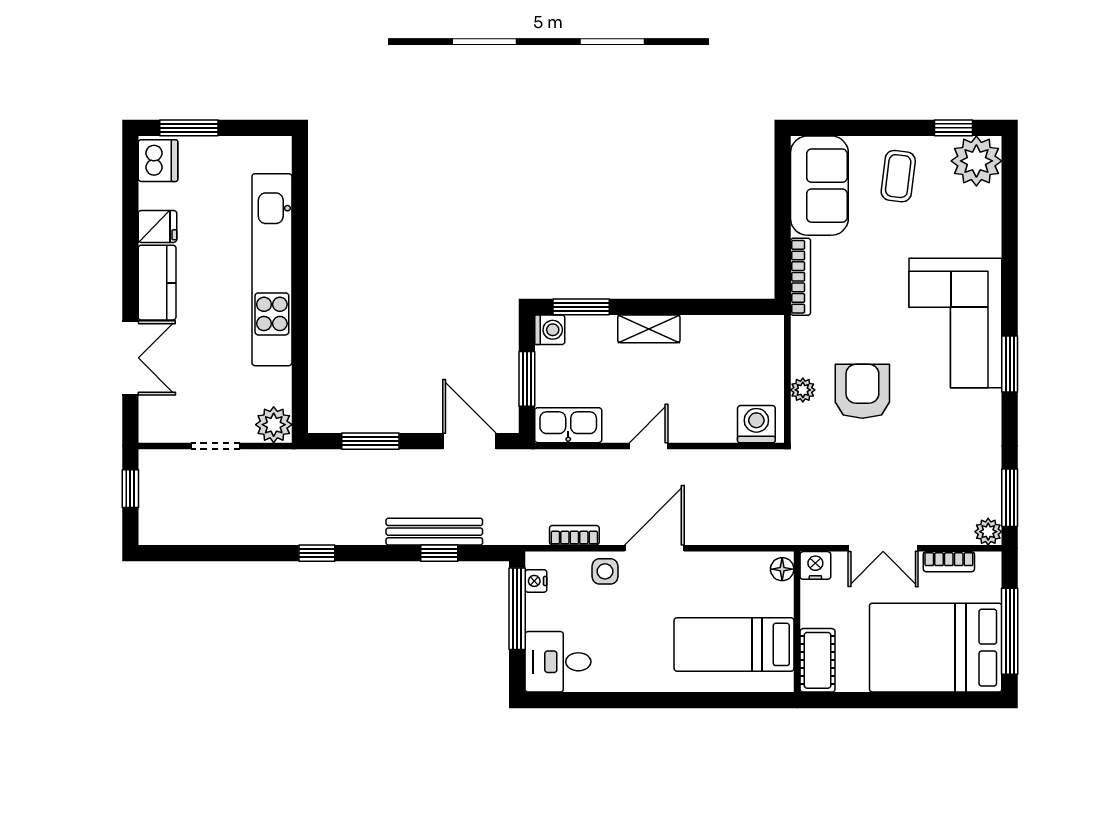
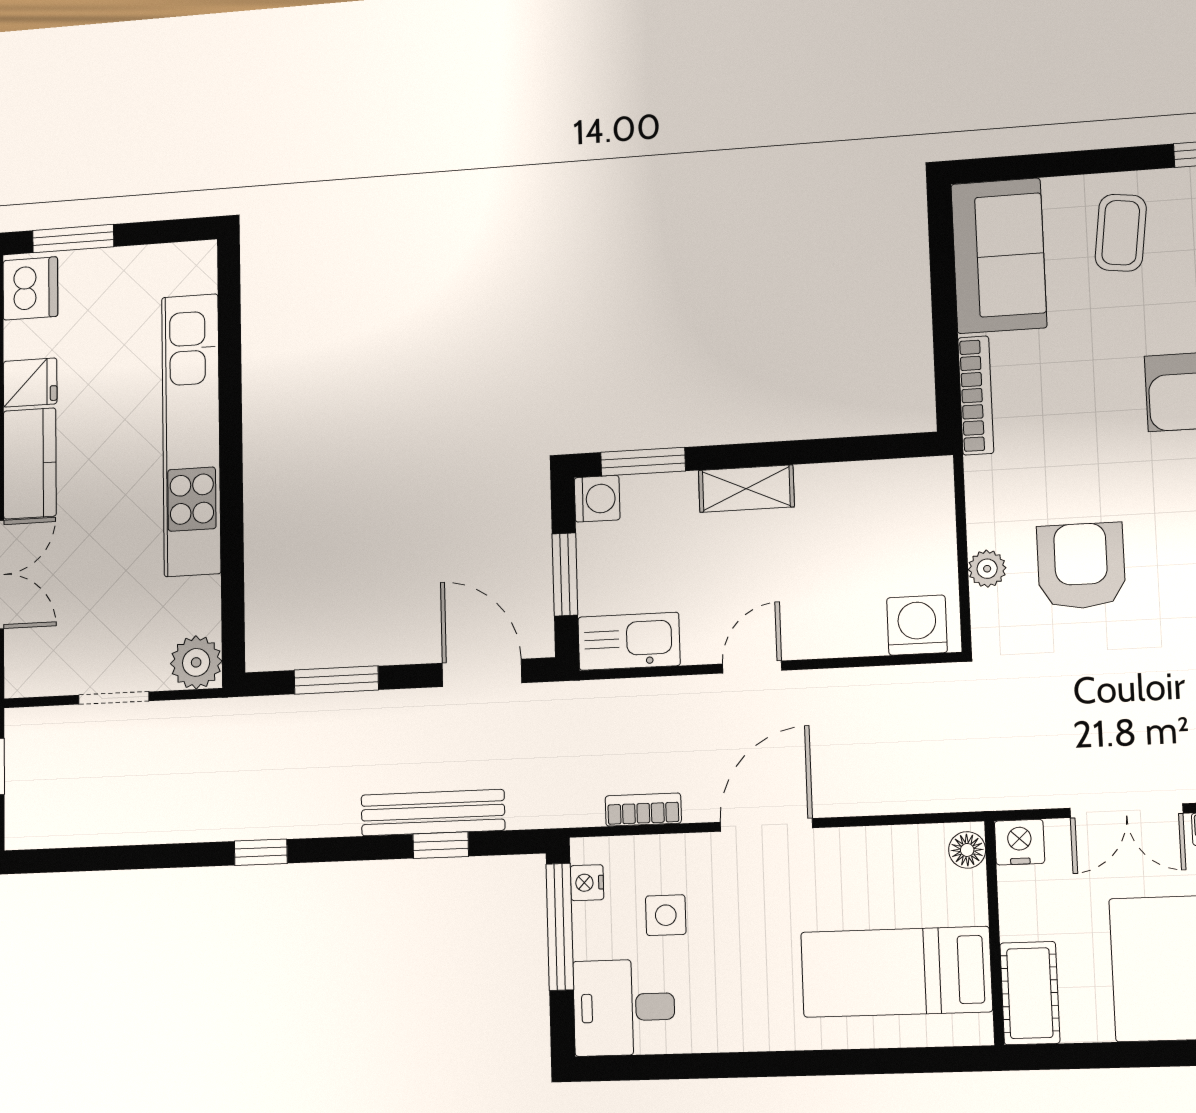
side table: (605, 571) -> (666, 915), moved

